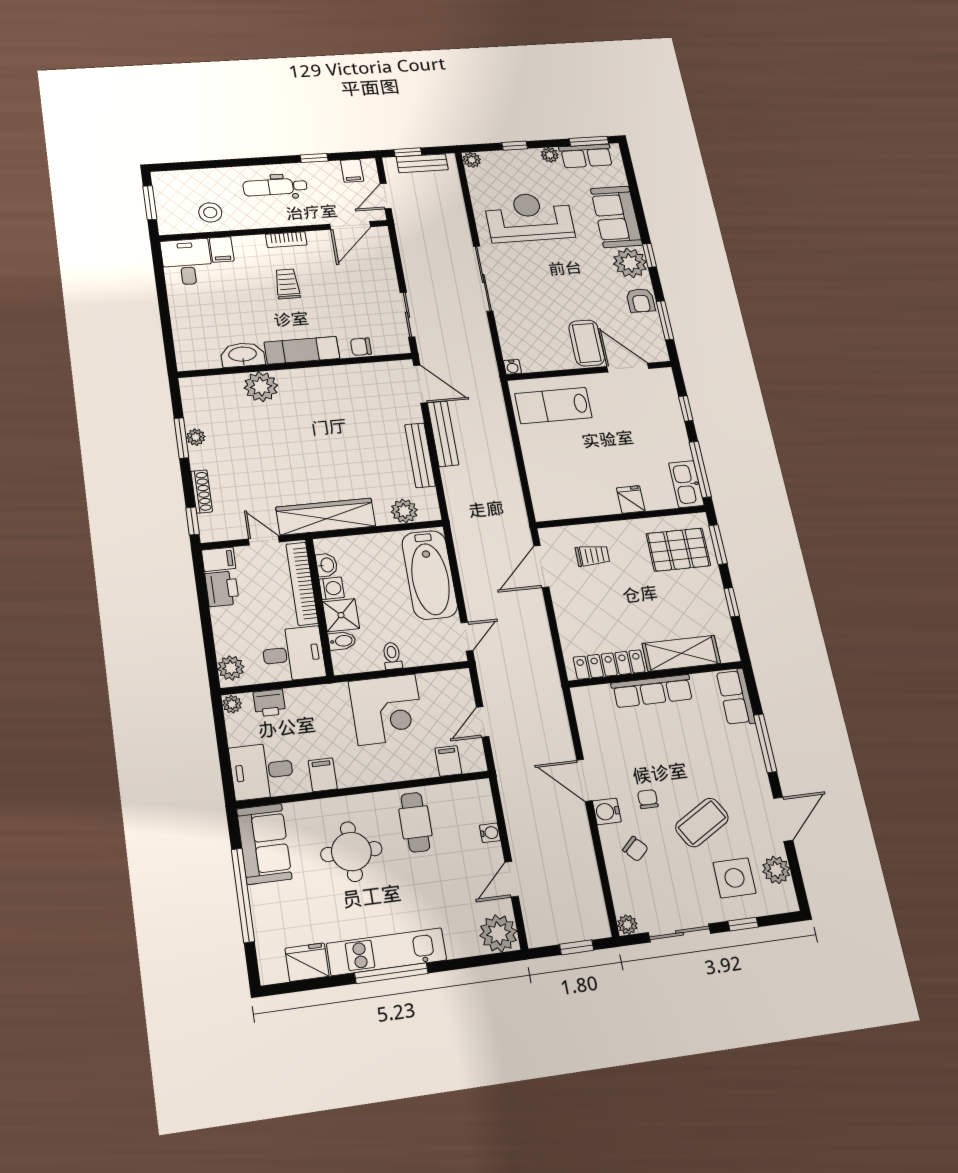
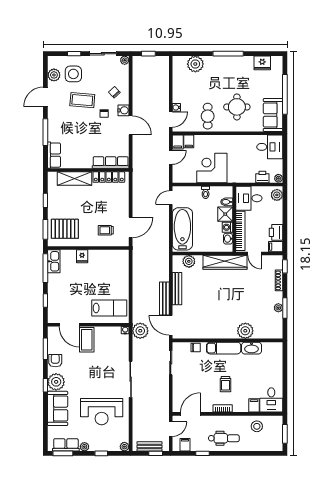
plant: (481, 369) -> (140, 331), added
row of seats: (652, 691) -> (111, 162), moved
filing cabinet: (323, 775) -> (178, 142), moved
coffee table: (702, 823) -> (82, 100), turned 35
door: (512, 879) -> (171, 120), moved
plant: (498, 933) -> (195, 64), moved
kitchen unit: (387, 952) -> (229, 63), removed

